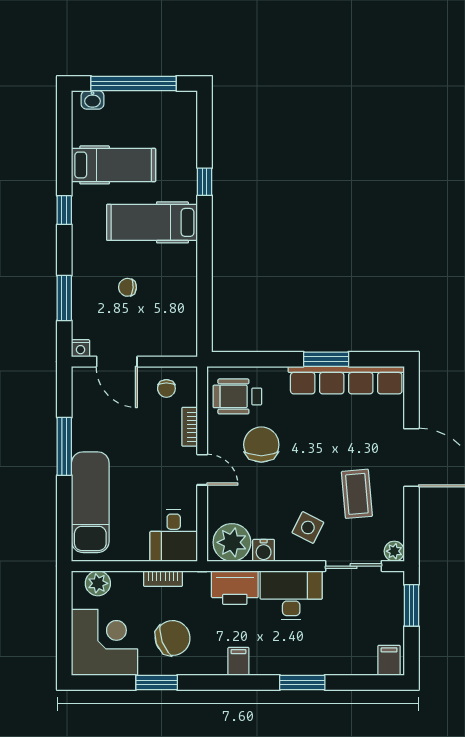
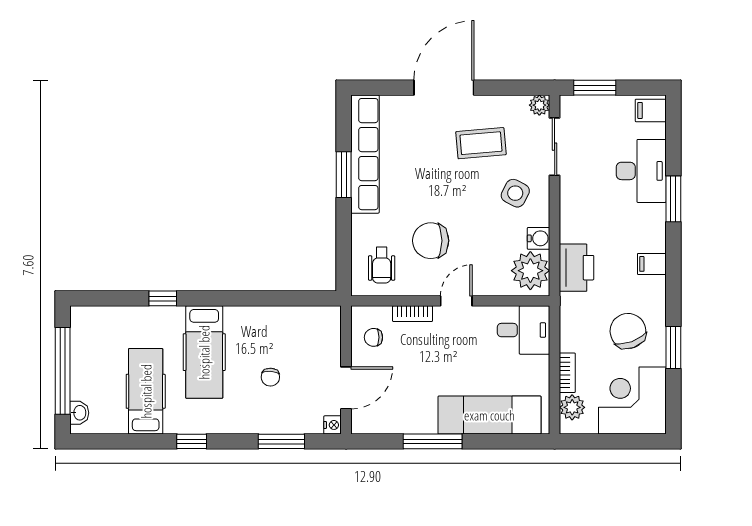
chair: (166, 388) -> (373, 337), turned 180
wheelchair: (237, 396) -> (382, 265), width x0.73, depth x0.73
bookcase: (163, 579) -> (567, 373), moved
desk: (291, 595) -> (641, 171), moved, turned 180

